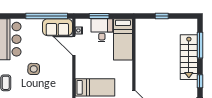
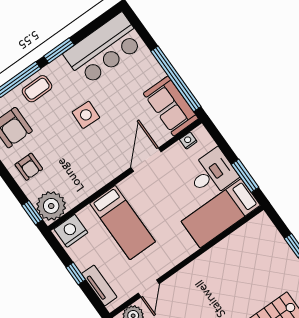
window: (99, 16) -> (245, 176), moved
door: (74, 46) -> (146, 160), moved

